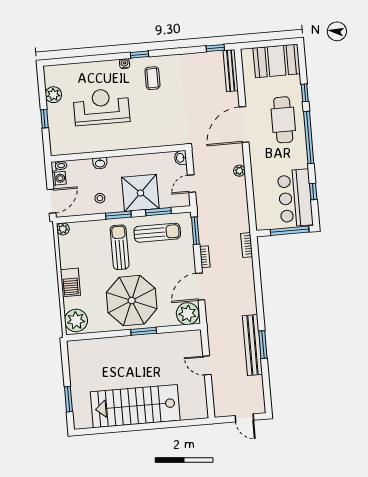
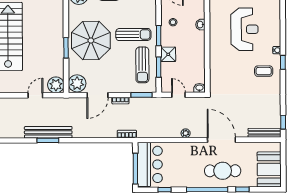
shower: (140, 193) -> (168, 54), width x0.54, depth x0.54
bar counter: (295, 198) -> (150, 164), moved, turned 90
door: (200, 287) -> (97, 95), swing flipped
plant: (192, 340) -> (56, 85), added

